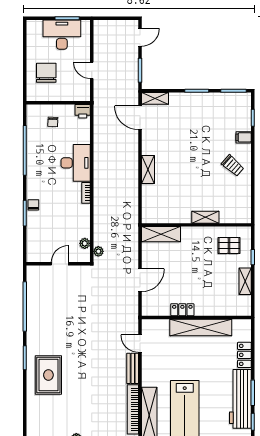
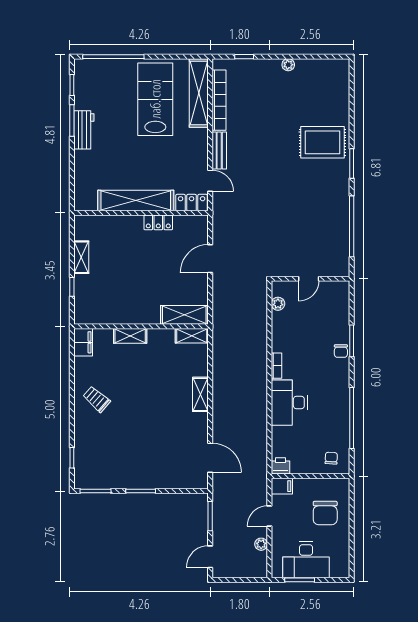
door: (92, 70) -> (269, 516), swing flipped
filing cabinet: (82, 95) -> (282, 486), added
shelving: (155, 98) -> (192, 336), moved
chair: (53, 122) -> (331, 458), moved
filing cabinet: (244, 137) -> (83, 342), moved, width x2.00
pallet: (229, 245) -> (101, 301), removed
plant: (98, 251) -> (261, 544), moved
locker: (244, 355) -> (192, 203), moved, turned -90
rug: (48, 375) -> (323, 142), turned 90
workbench: (240, 399) -> (84, 130), width x0.53, depth x0.76

